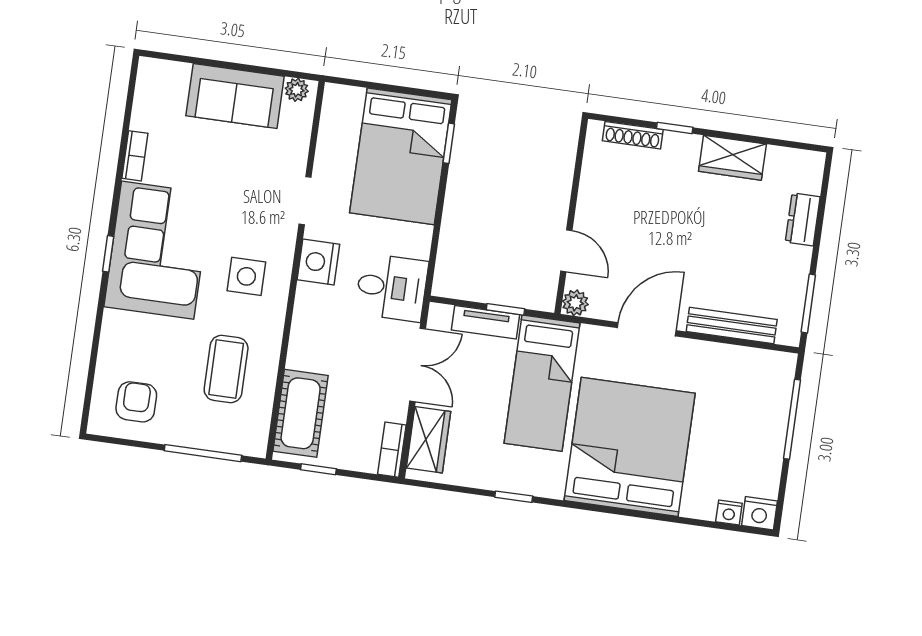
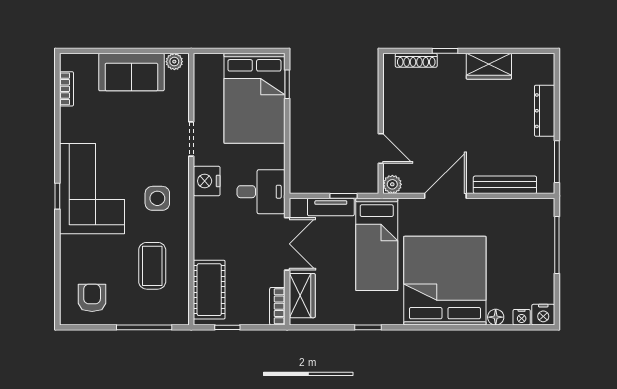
bookcase: (135, 156) -> (67, 89), moved
dresser: (803, 219) -> (545, 111), width x1.44
floor lamp: (693, 507) -> (496, 317), added

